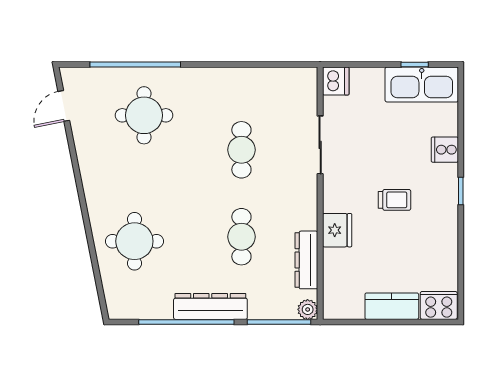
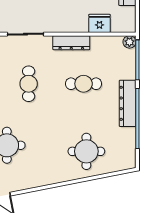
cafe table: (241, 150) -> (29, 84), turned 90
fridge: (337, 230) -> (99, 23), moved
dresser: (306, 260) -> (71, 43), moved

